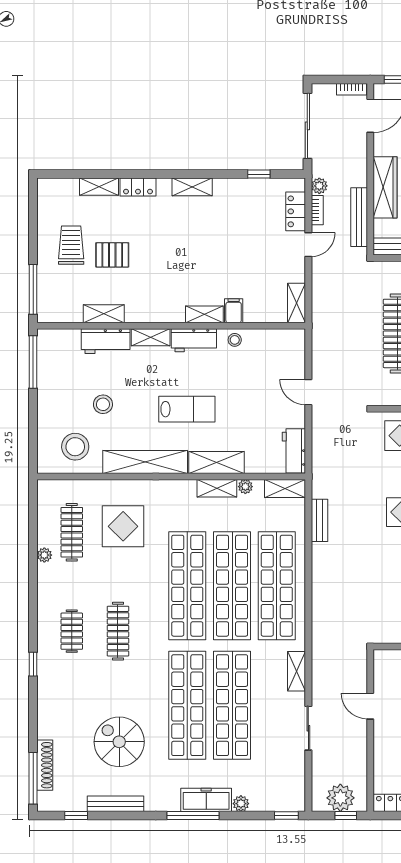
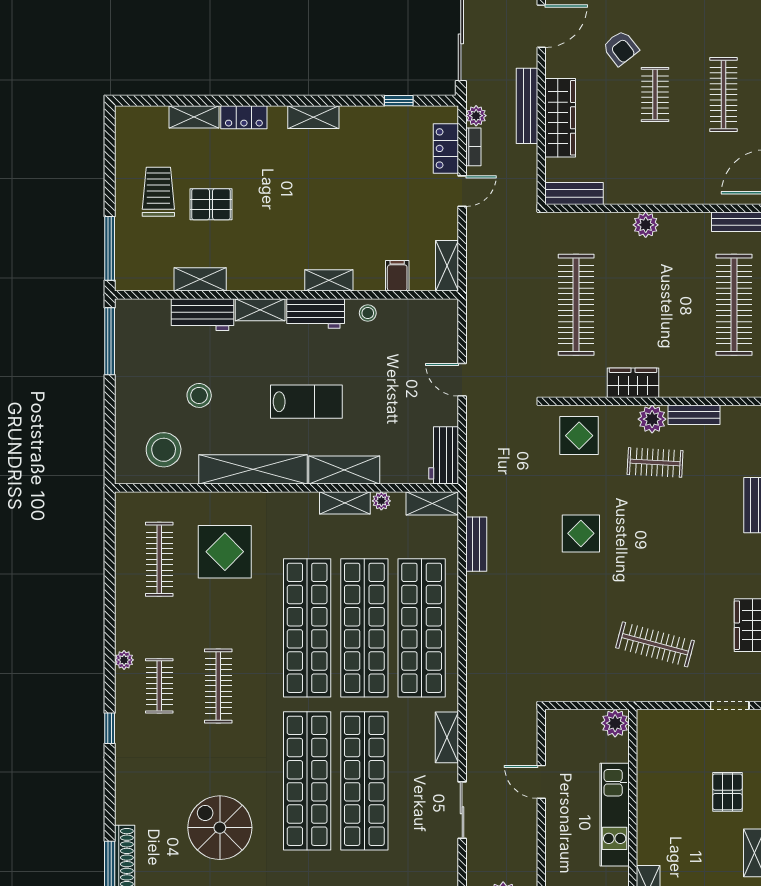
bench: (359, 217) -> (527, 106), moved
filing cabinet: (234, 311) -> (397, 276), moved
plant: (44, 555) -> (124, 660), moved

